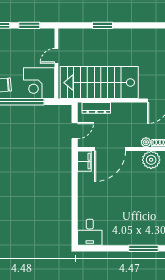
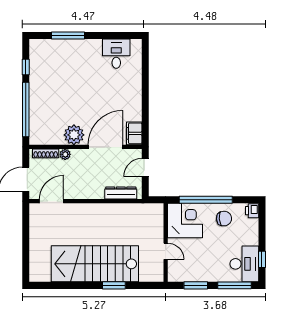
door: (56, 56) -> (166, 251), hinge flipped
stairs: (99, 83) -> (95, 264), moved, turned 180
plant: (151, 160) -> (74, 135), moved
desk: (90, 232) -> (116, 54), moved

